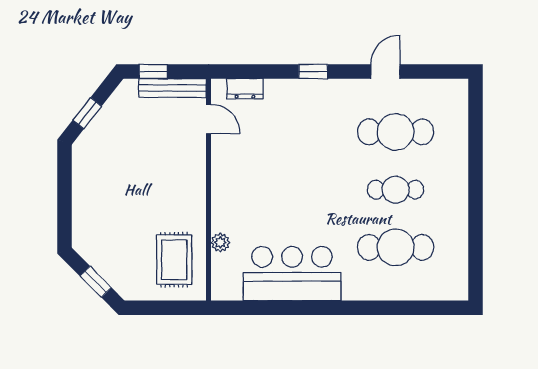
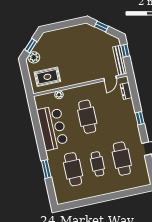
cafe table: (284, 190) -> (87, 117), added
plant: (124, 281) -> (34, 57), added
window: (382, 308) -> (46, 169), added

